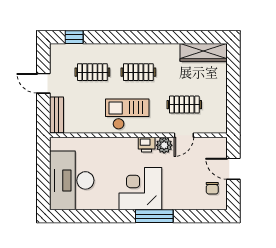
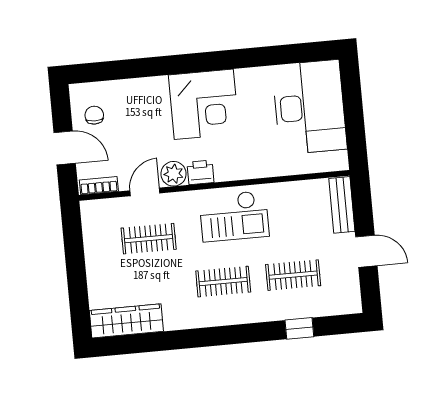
window: (74, 37) -> (299, 328), moved
bookcase: (213, 142) -> (99, 186), added
window: (154, 216) -> (179, 64), removed

